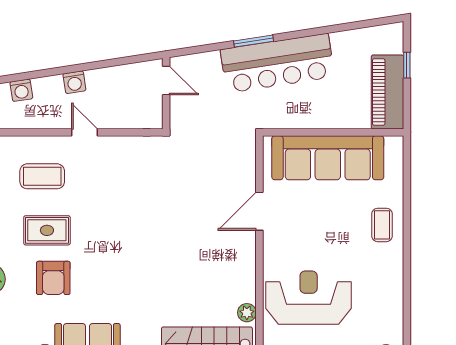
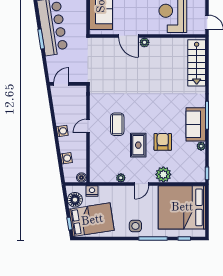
coffee table: (42, 176) -> (117, 124), moved
armchair: (53, 278) -> (163, 142), turned -90
plant: (247, 313) -> (144, 42), moved

